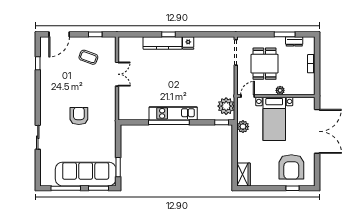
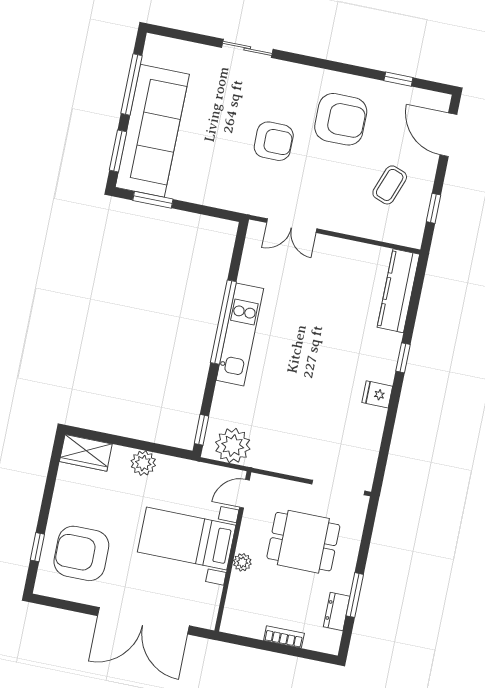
kitchen counter: (163, 43) -> (398, 291), moved
double door: (117, 74) -> (292, 226), moved
armchair: (62, 87) -> (341, 119), added
door: (248, 96) -> (245, 494), swing flipped
plant: (243, 127) -> (143, 463), moved

